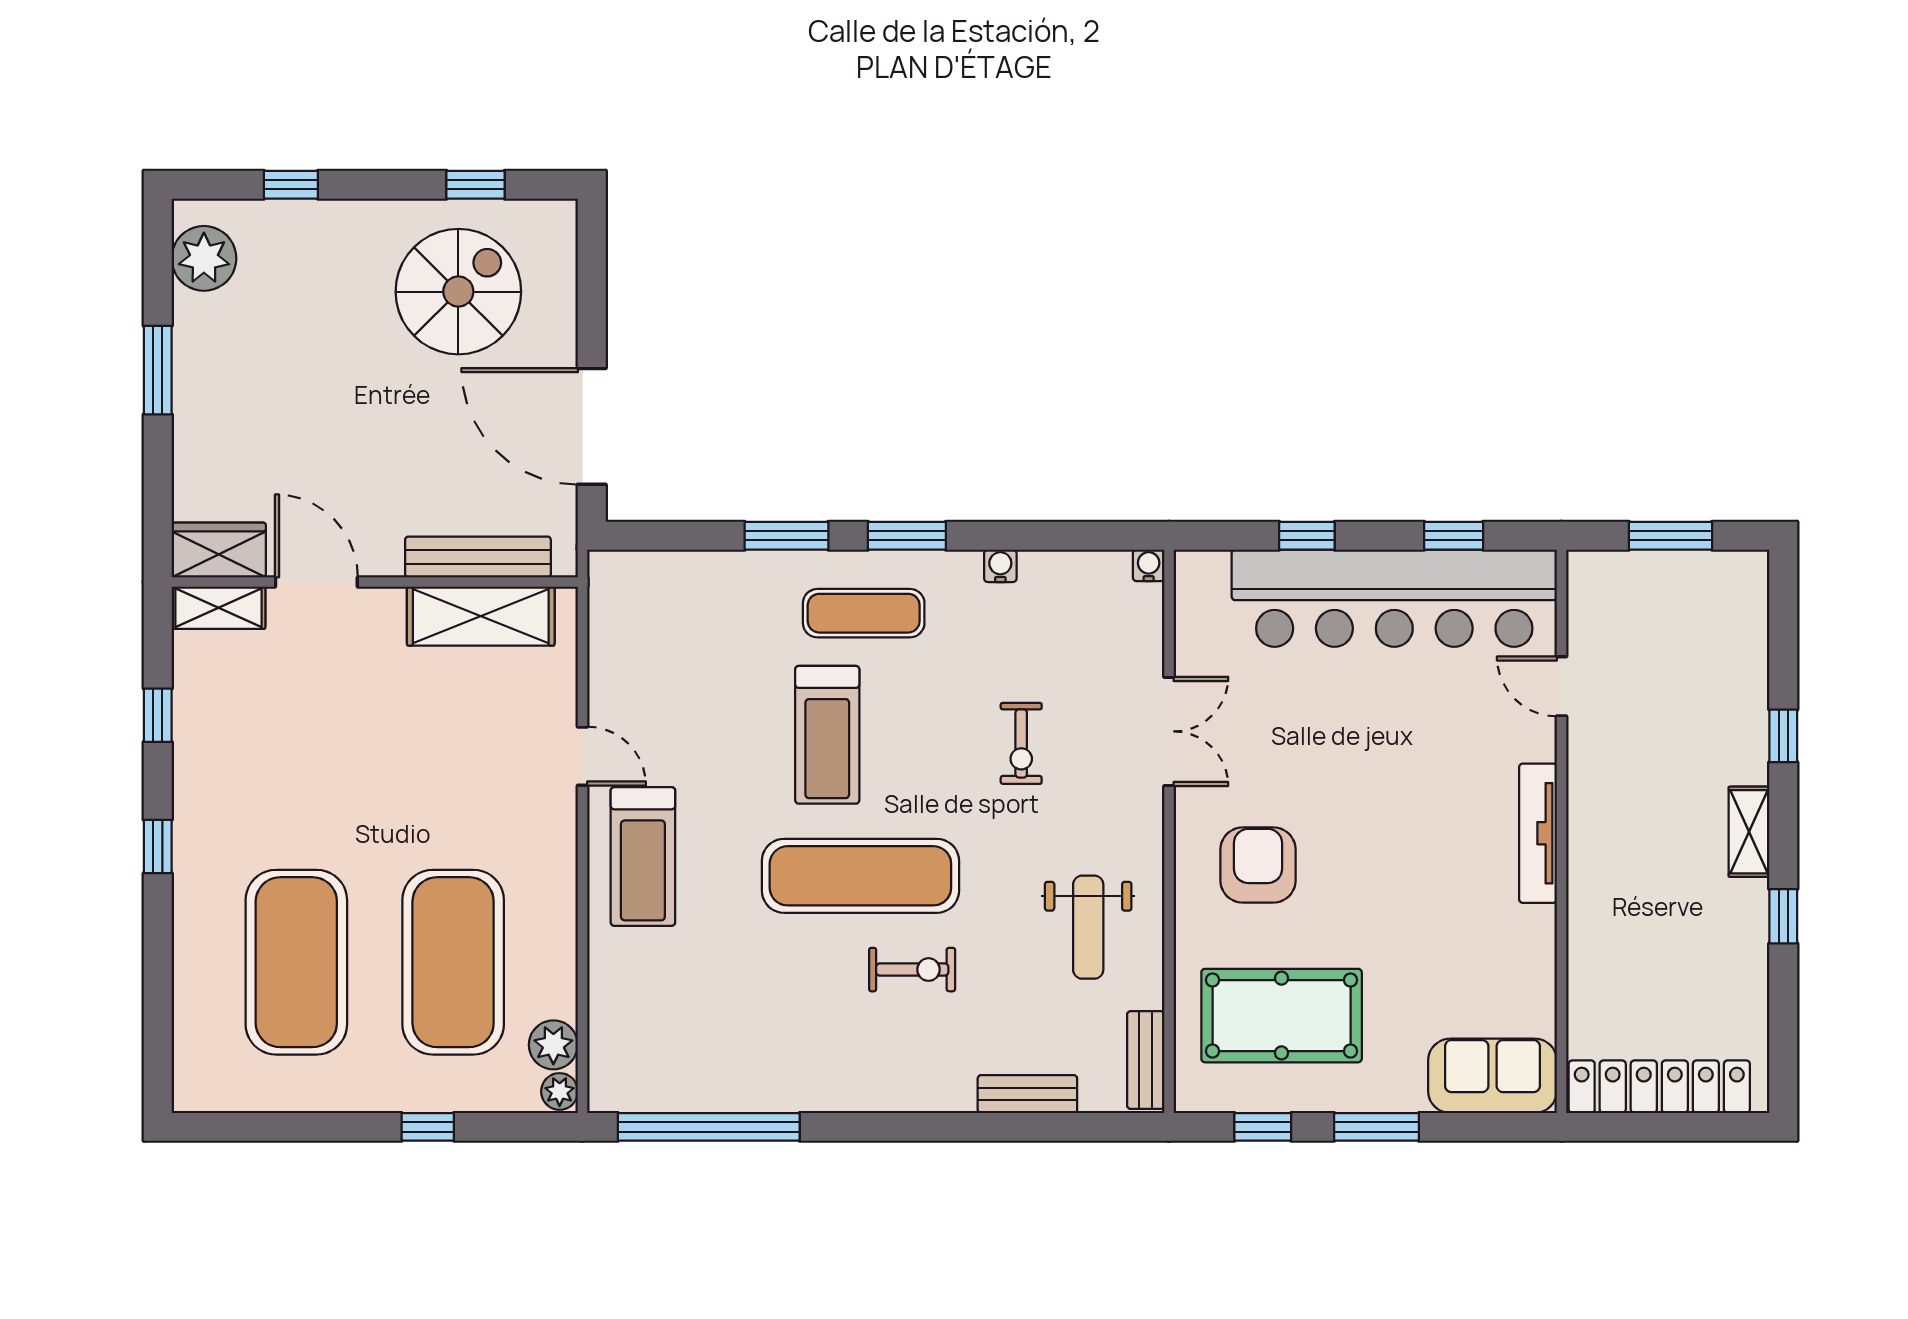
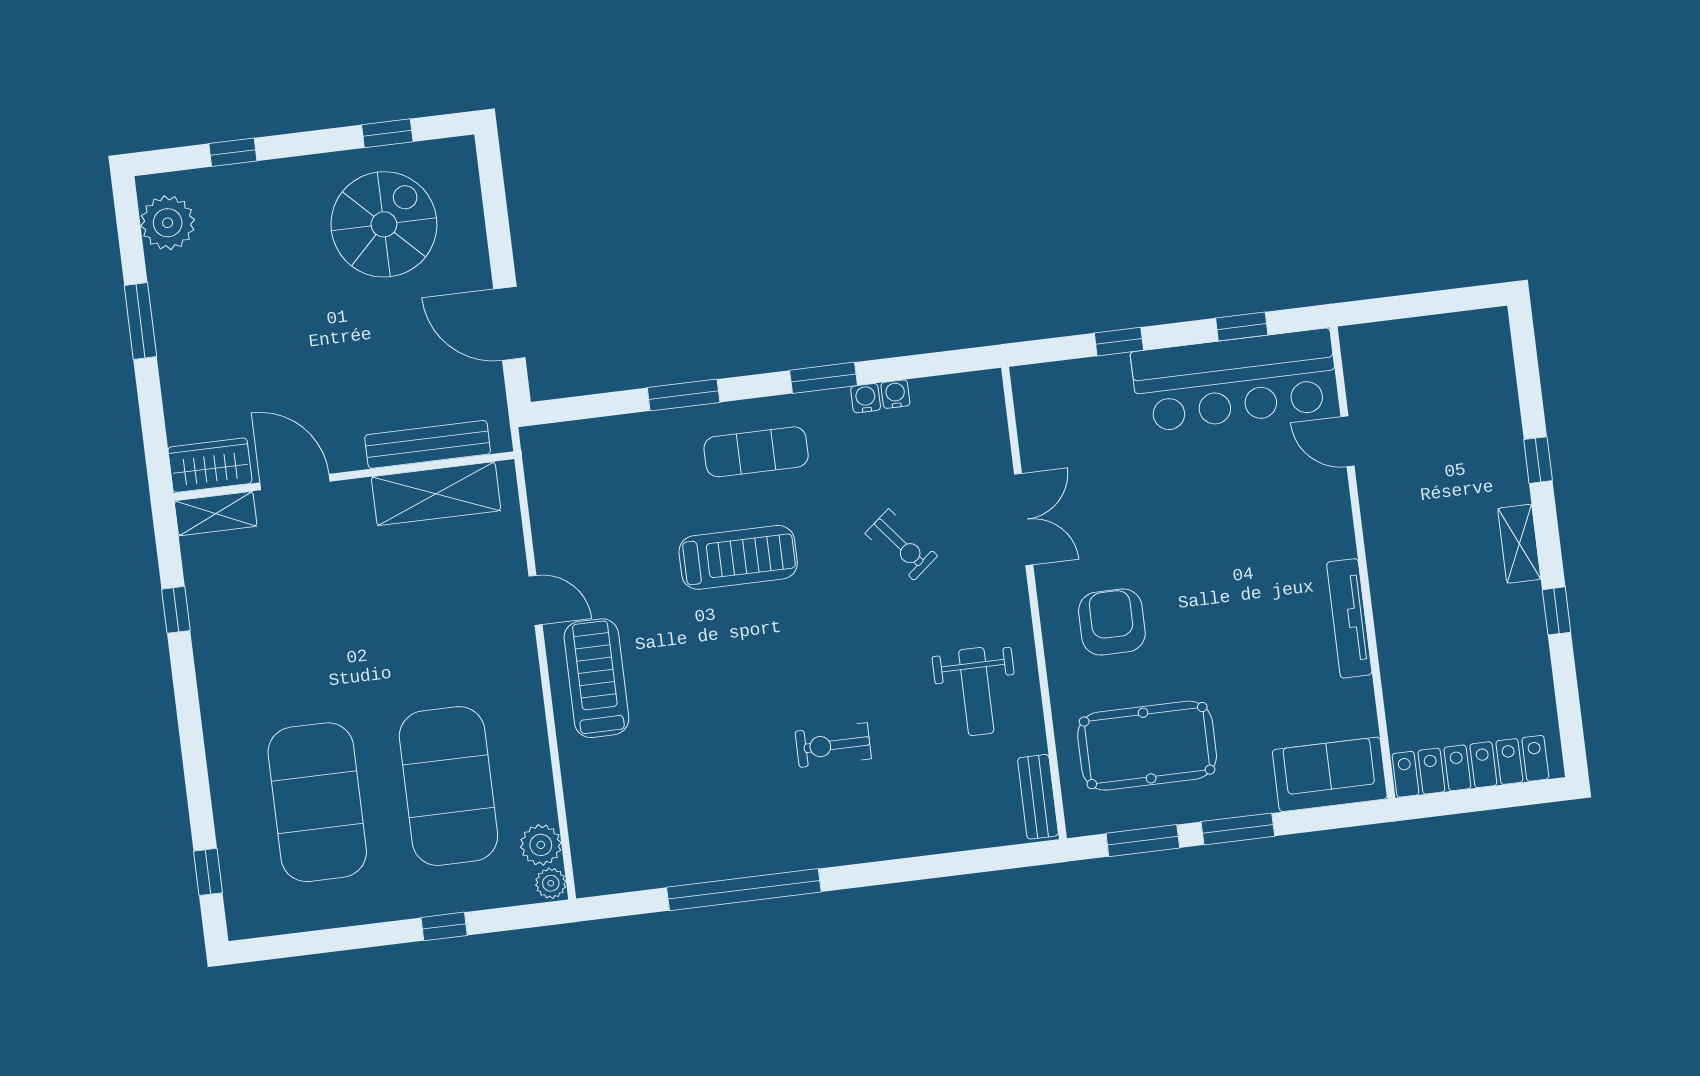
door: (592, 426) -> (509, 323), width x0.73
window: (907, 536) -> (824, 378), moved
window: (1670, 536) -> (1423, 304), removed
water cooler: (1149, 565) -> (895, 394), moved
bar counter: (1394, 598) -> (1235, 380), width x0.73
treadmill: (827, 735) -> (738, 557), turned -90
exercise bike: (1021, 743) -> (901, 545), turned -39
tv unit: (1538, 833) -> (1349, 618), moved
window: (158, 846) -> (208, 872), moved
treadmill: (643, 857) -> (596, 678), turned 180
exercise mat: (860, 876) -> (780, 672), removed
exercise bike: (912, 970) -> (833, 745), turned 180
bench: (1027, 1094) -> (943, 837), removed
window: (709, 1127) -> (744, 890), moved
window: (1263, 1127) -> (1143, 841), width x1.50

